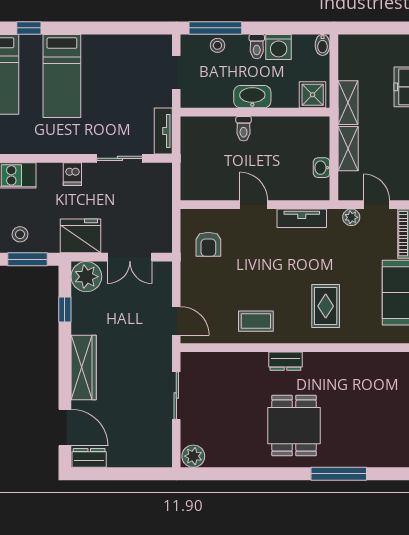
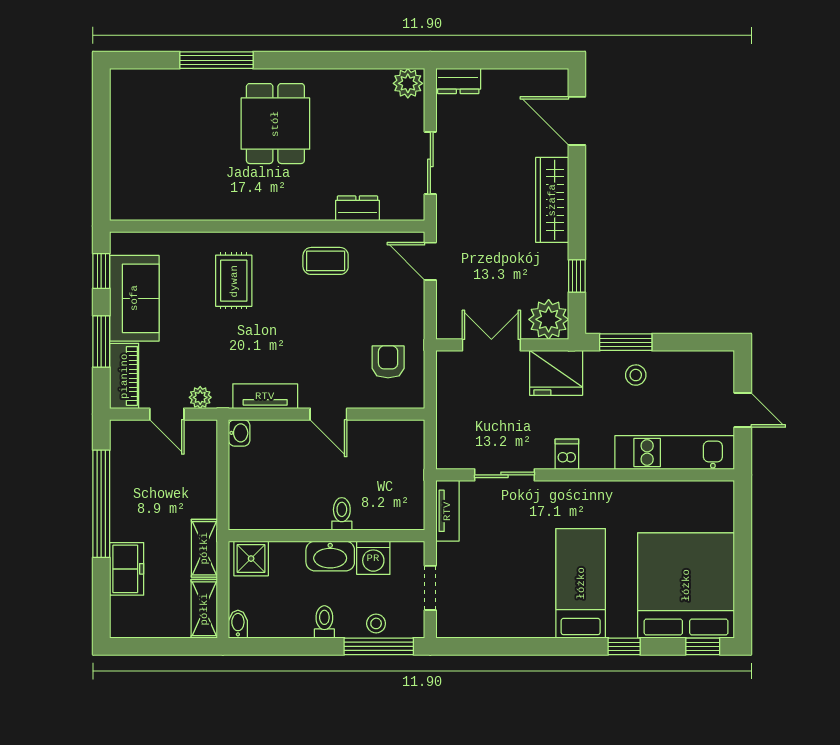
washing machine: (279, 47) -> (373, 558), moved, turned 180
shelving: (348, 149) -> (204, 609), moved
washbasin: (322, 168) -> (239, 433), moved
dresser: (285, 361) -> (358, 208), moved
dresser: (89, 458) -> (458, 81), moved

